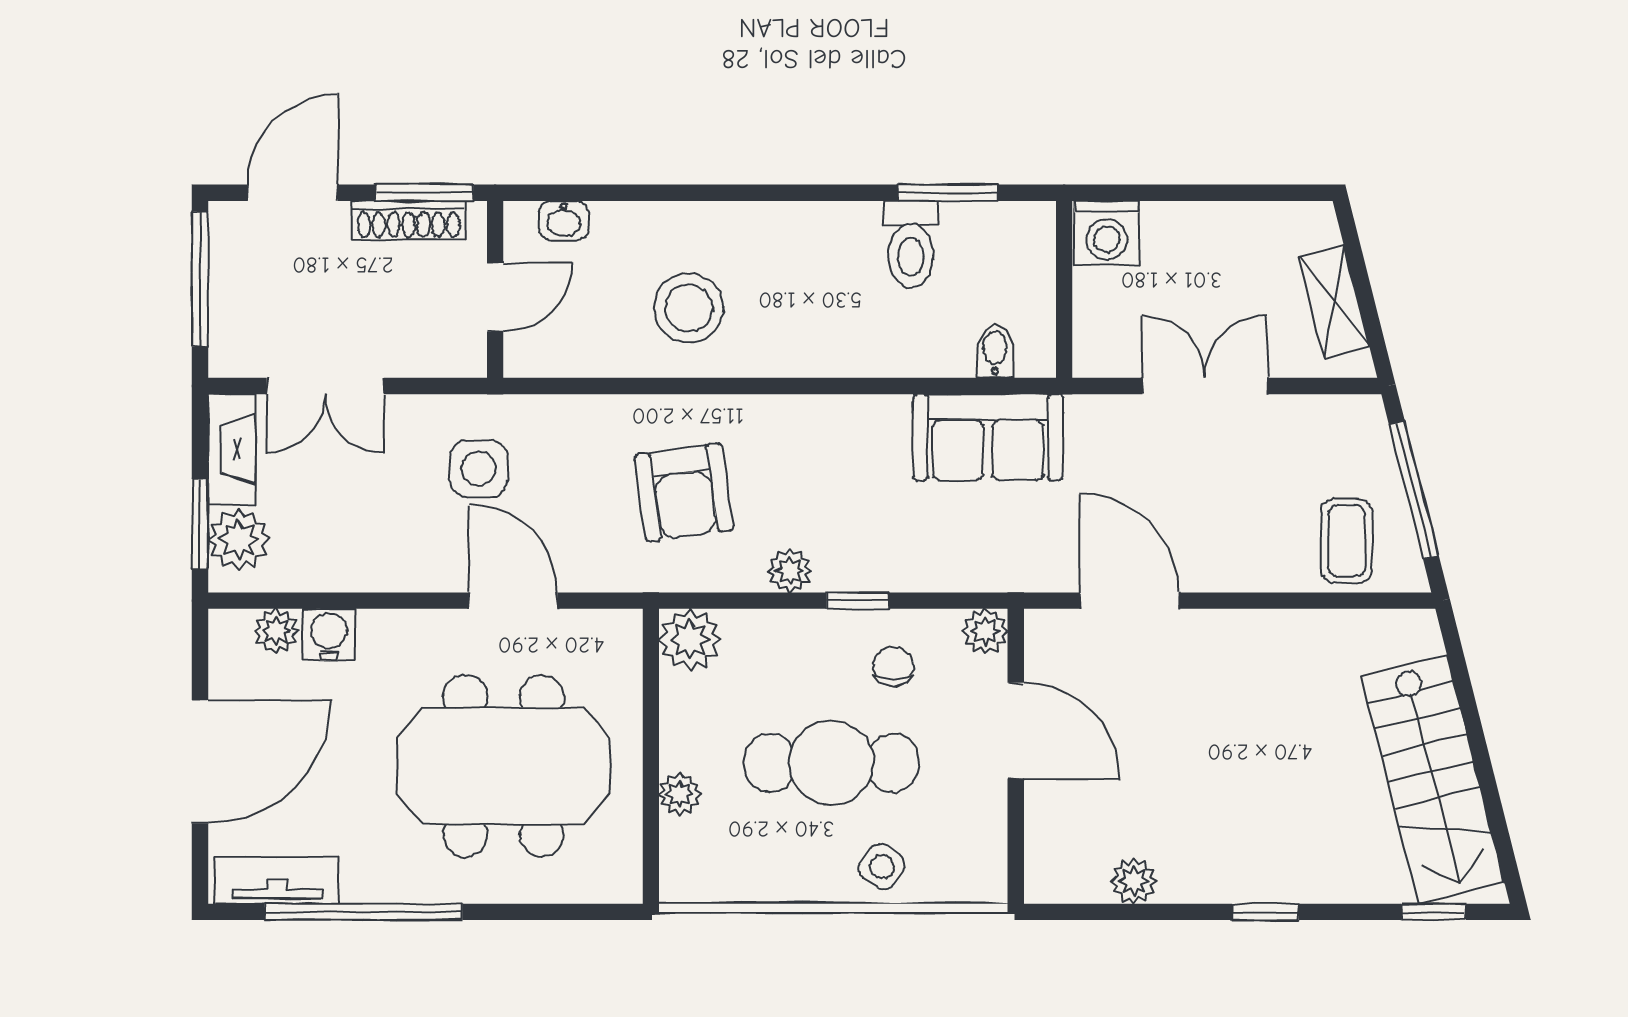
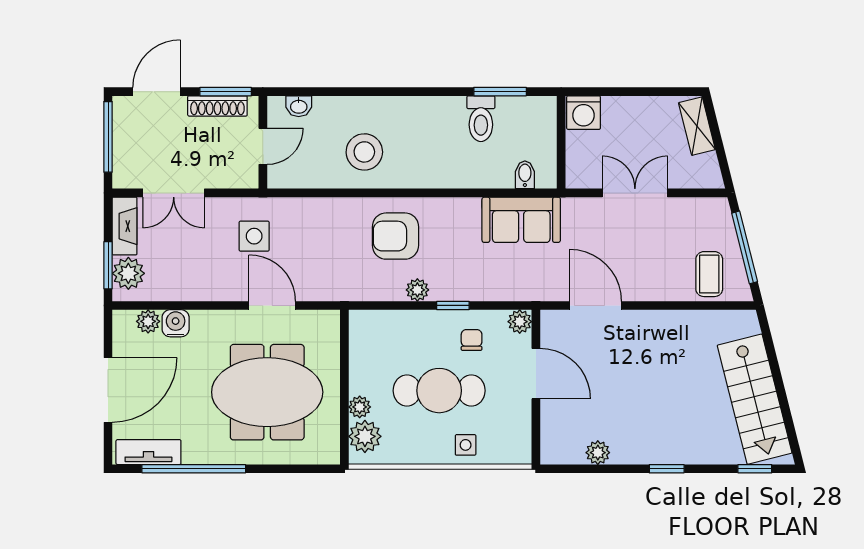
shelving: (1334, 301) -> (697, 126), moved
armchair: (684, 492) -> (395, 236), moved, turned 98
plant: (690, 640) -> (365, 436), moved
side table: (882, 867) -> (466, 445), turned -35

